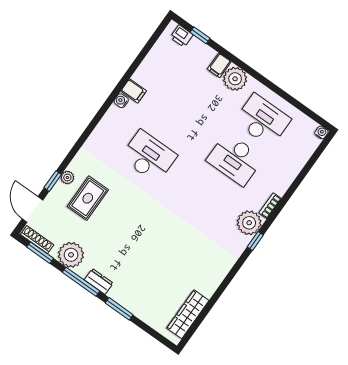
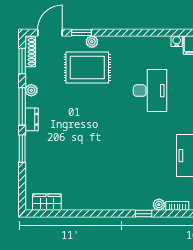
rug: (88, 198) -> (87, 68), width x1.36, depth x1.43
plant: (249, 223) -> (159, 205), width x0.53, depth x0.53
plant: (71, 255) -> (31, 90), width x0.53, depth x0.53
wardrobe: (188, 314) -> (47, 202), width x0.67

